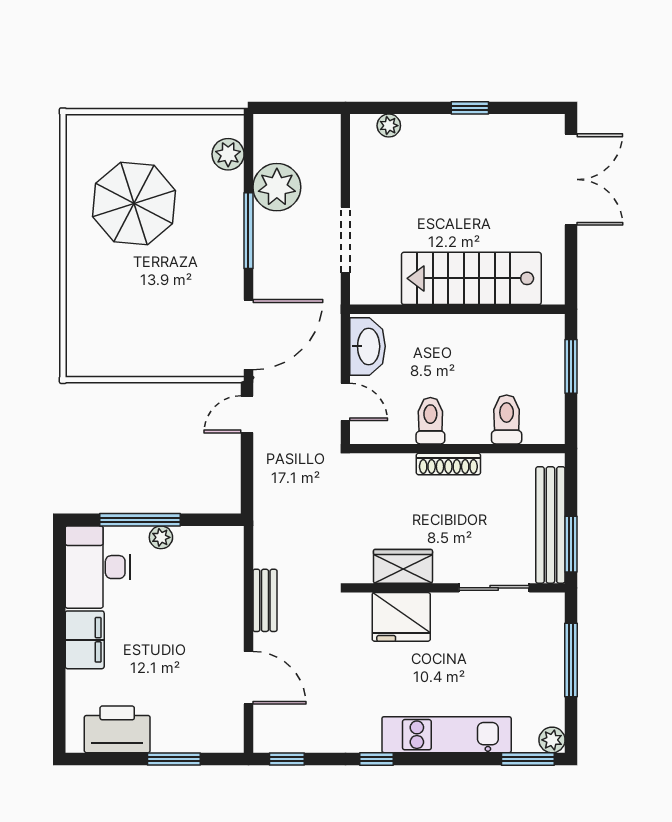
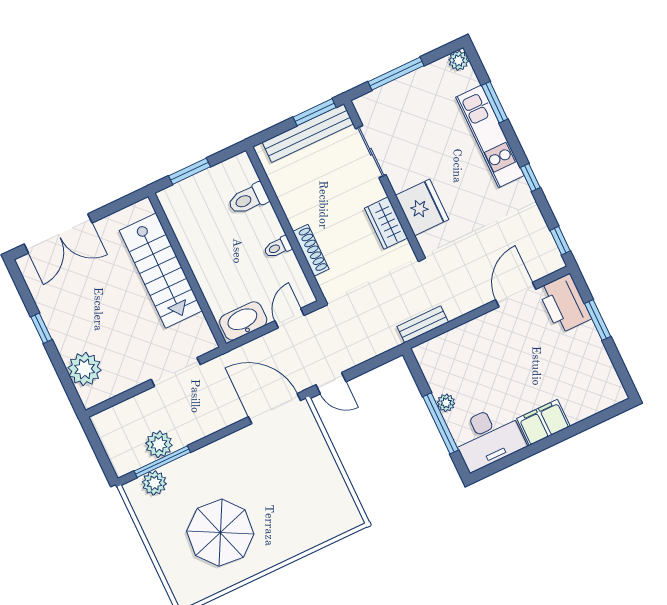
plant: (389, 126) -> (85, 369), width x1.88, depth x1.88
double door: (571, 179) -> (58, 233), swing flipped
plant: (277, 187) -> (159, 444), width x0.73, depth x0.73
window: (248, 231) -> (162, 462), moved
toilet: (430, 421) -> (278, 247), width x0.73, depth x0.72
shoe rack: (448, 464) -> (311, 250), moved
bench: (265, 600) -> (423, 324), moved
printer: (117, 729) -> (564, 304), moved
window: (528, 759) -> (495, 102), moved

